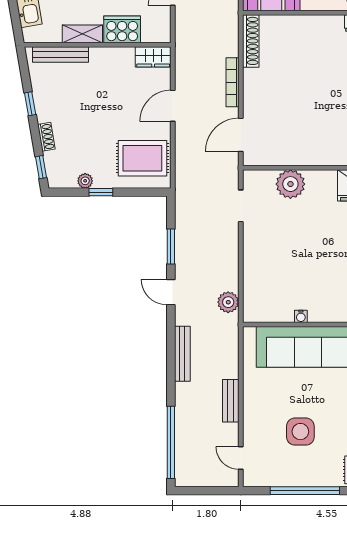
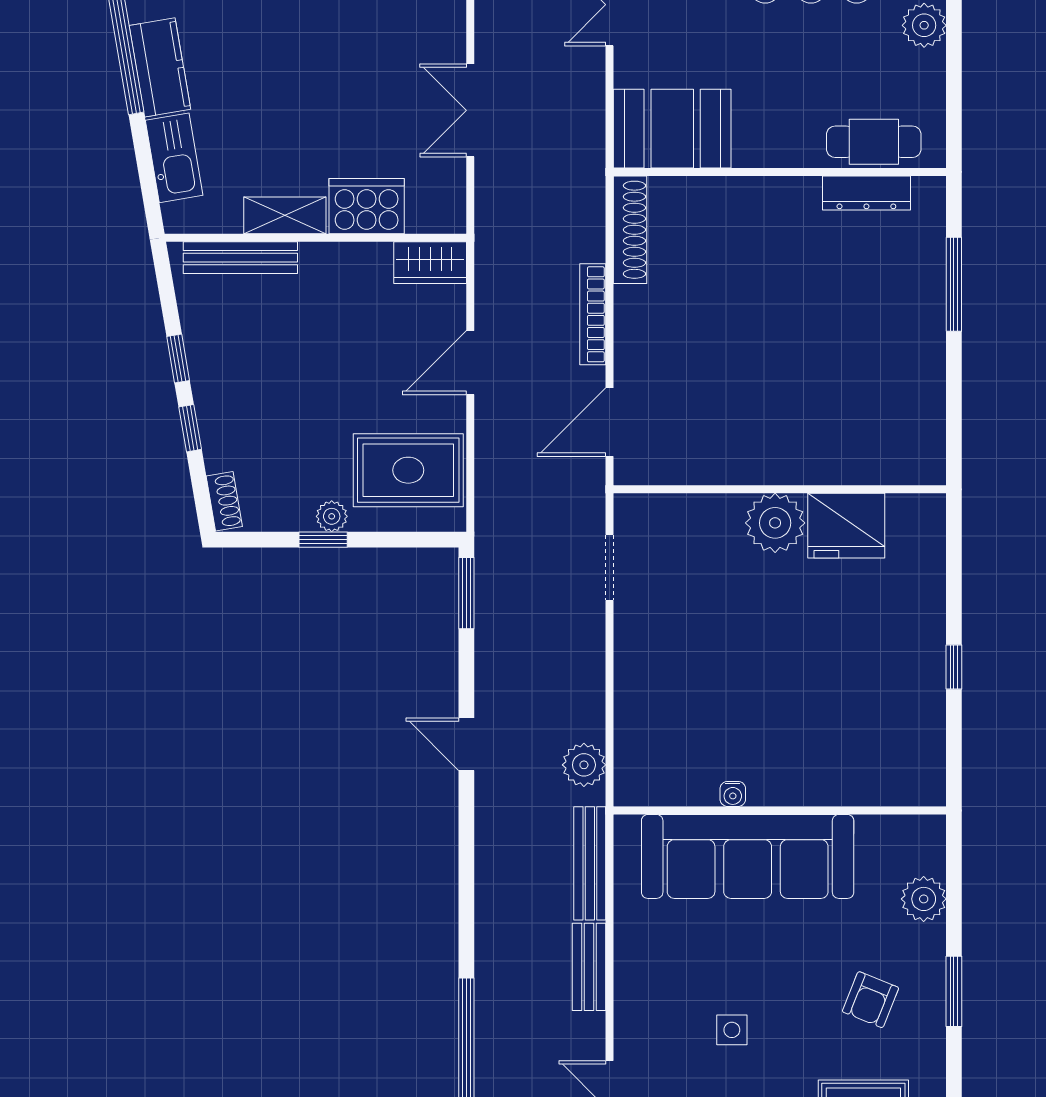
shoe rack: (46, 137) -> (224, 501), moved
window: (41, 167) -> (190, 428), moved
plant: (85, 181) -> (332, 516), moved
plant: (290, 184) -> (775, 523), moved
window: (171, 247) -> (466, 593), moved
bench: (182, 354) -> (590, 863), moved
side table: (300, 432) -> (732, 1030), width x0.54, depth x0.54

